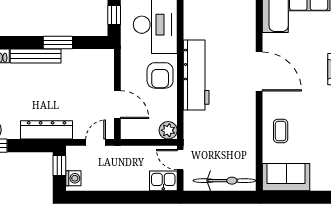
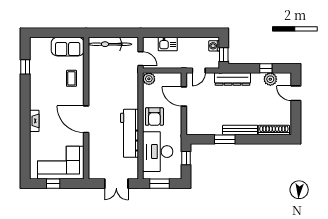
armchair: (160, 75) -> (154, 117), turned 180
workbench: (196, 75) -> (130, 133), moved
kitchen sink: (163, 181) -> (168, 44), moved

